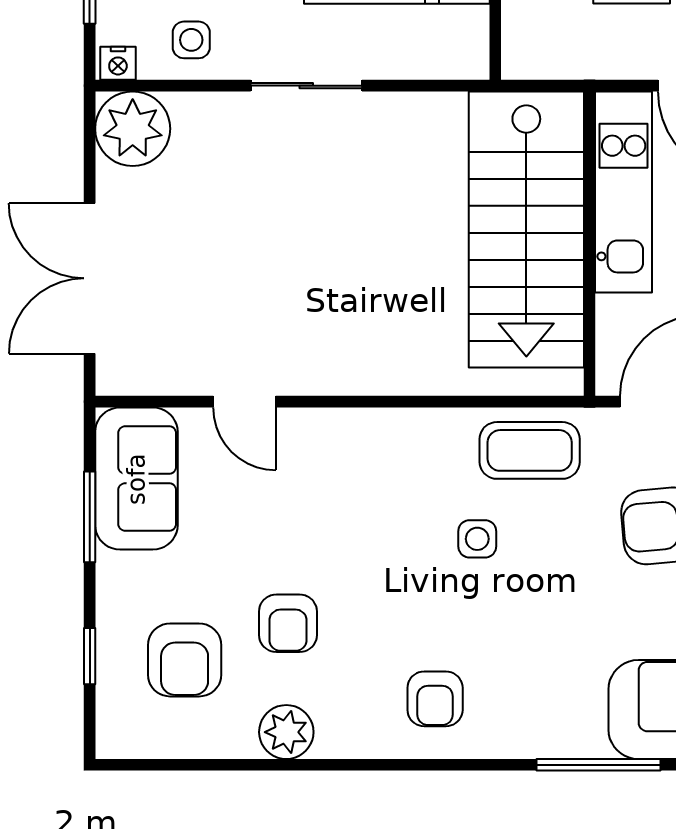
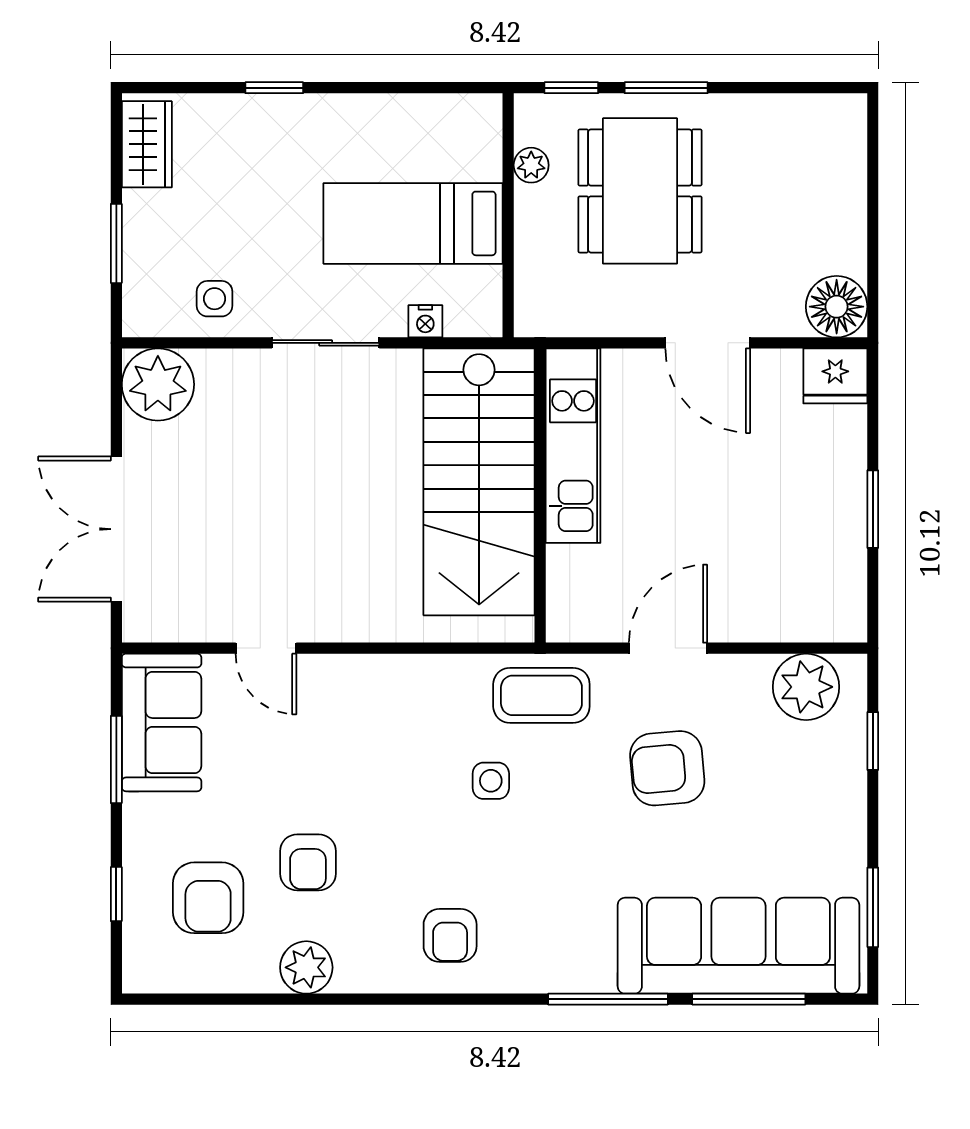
nightstand: (118, 63) -> (425, 321), moved
kitchen unit: (624, 192) -> (573, 446), moved
stairs: (526, 229) -> (479, 482), moved
wall: (590, 244) -> (540, 496), moved

